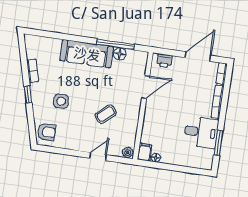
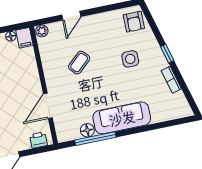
armchair: (46, 132) -> (134, 22), turned -90

